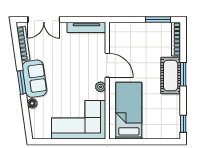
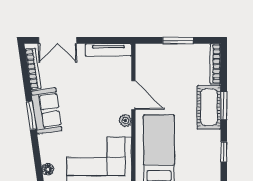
window: (158, 20) -> (178, 40), moved
floor lamp: (32, 103) -> (48, 169), moved
window: (183, 124) -> (224, 152), moved

